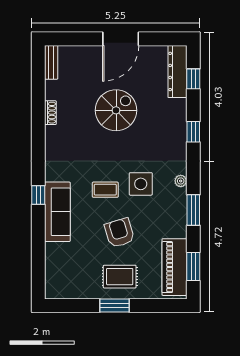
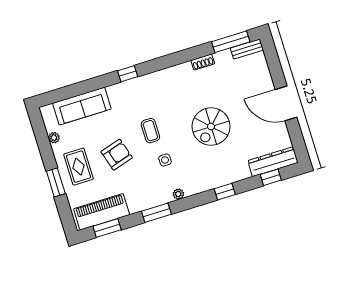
window: (38, 77) -> (231, 42), added
spiral stairs: (116, 110) -> (211, 127), moved, turned 90
side table: (141, 184) -> (165, 160), width x0.54, depth x0.54
sofa: (57, 212) -> (82, 106), moved
plant: (81, 293) -> (54, 138), added
window: (114, 305) -> (56, 182), moved

